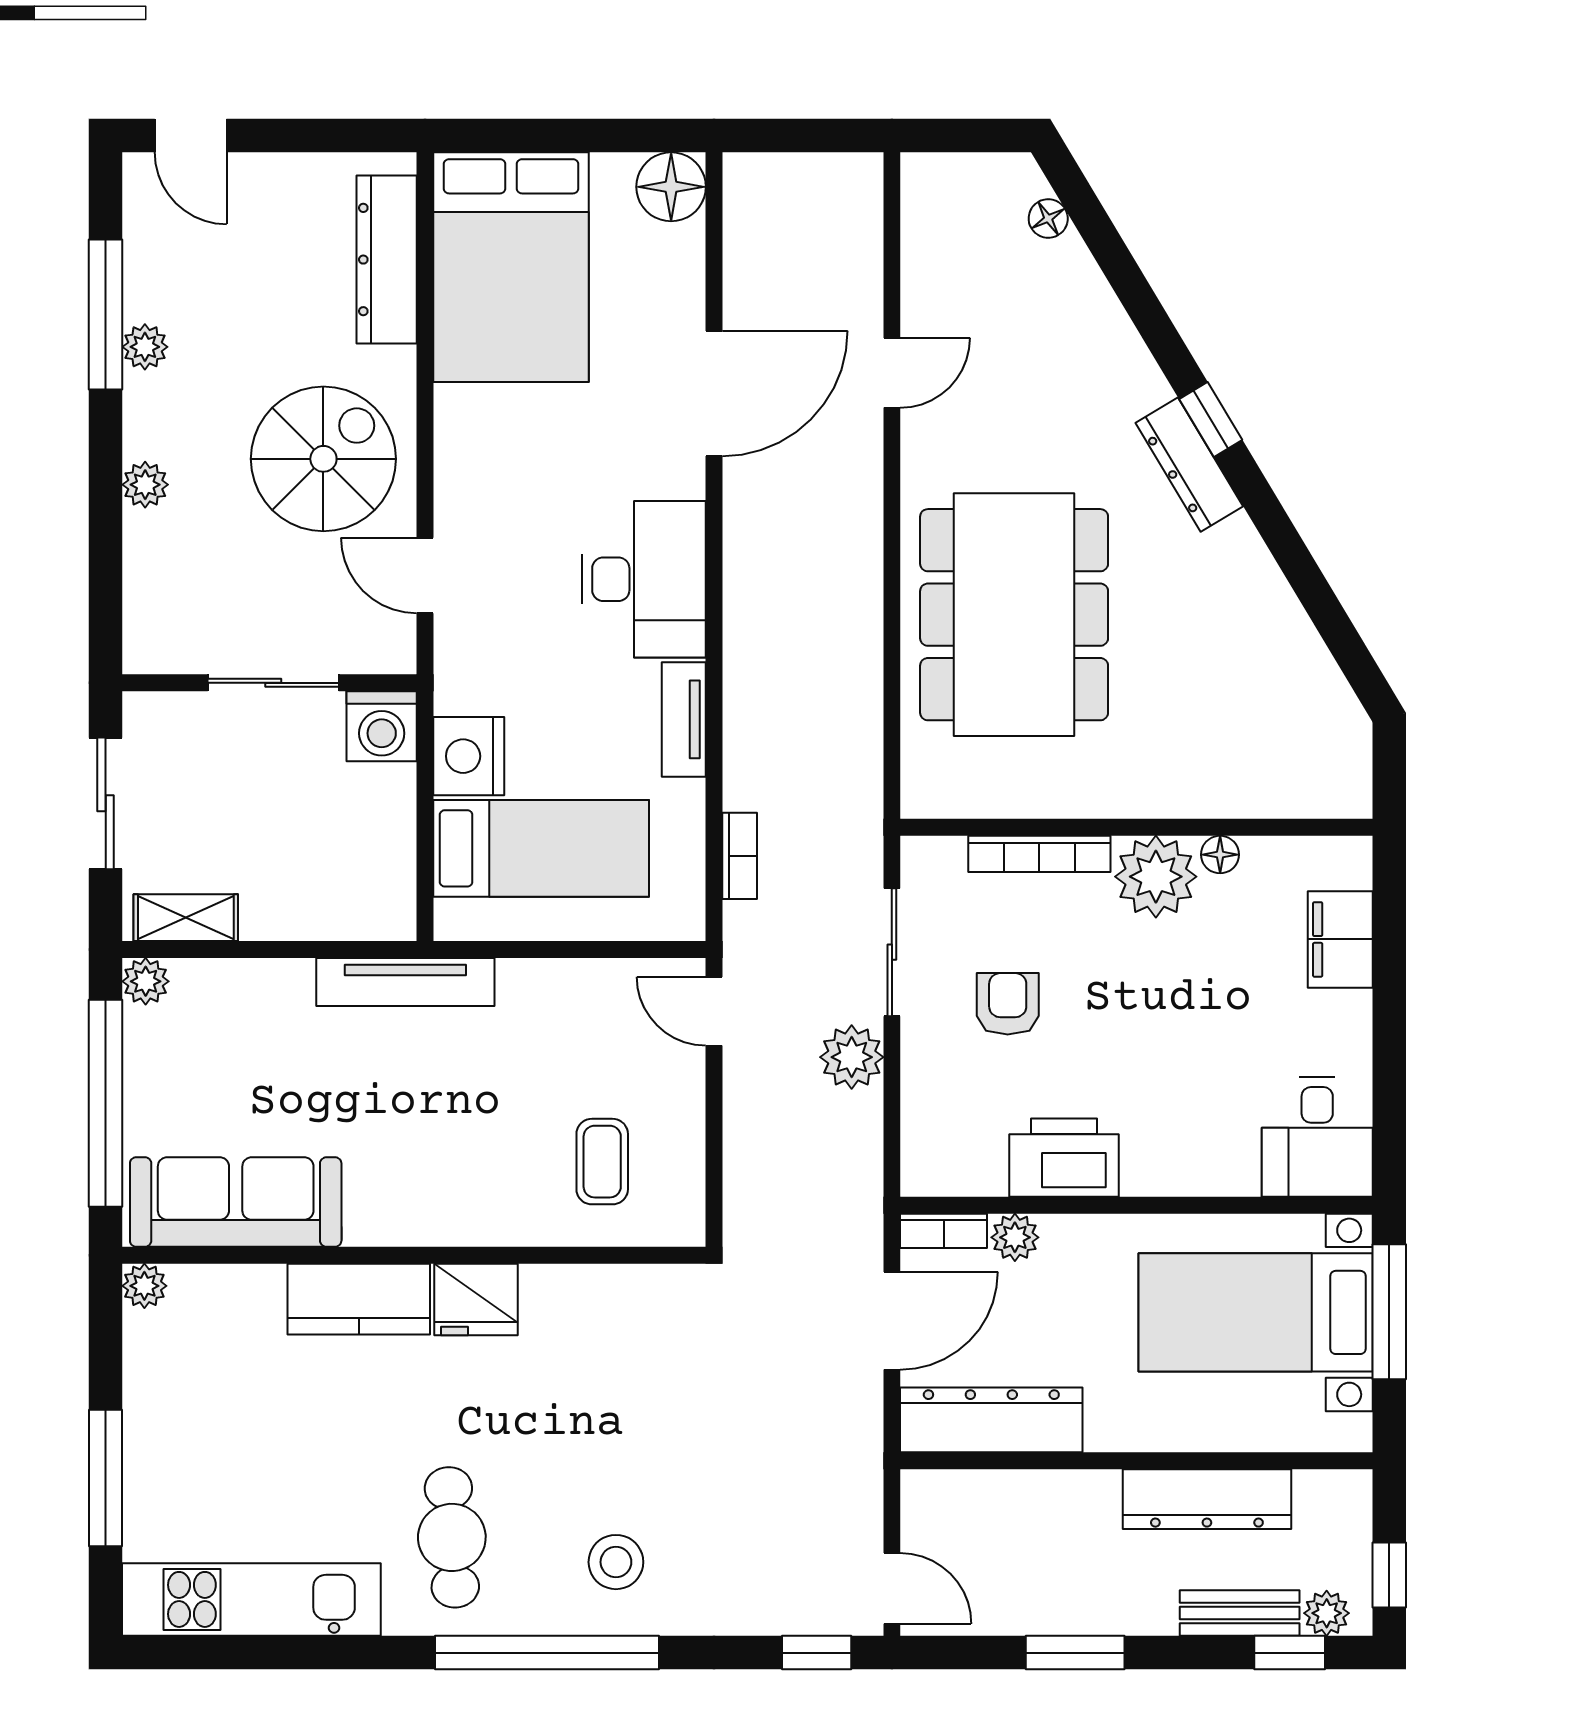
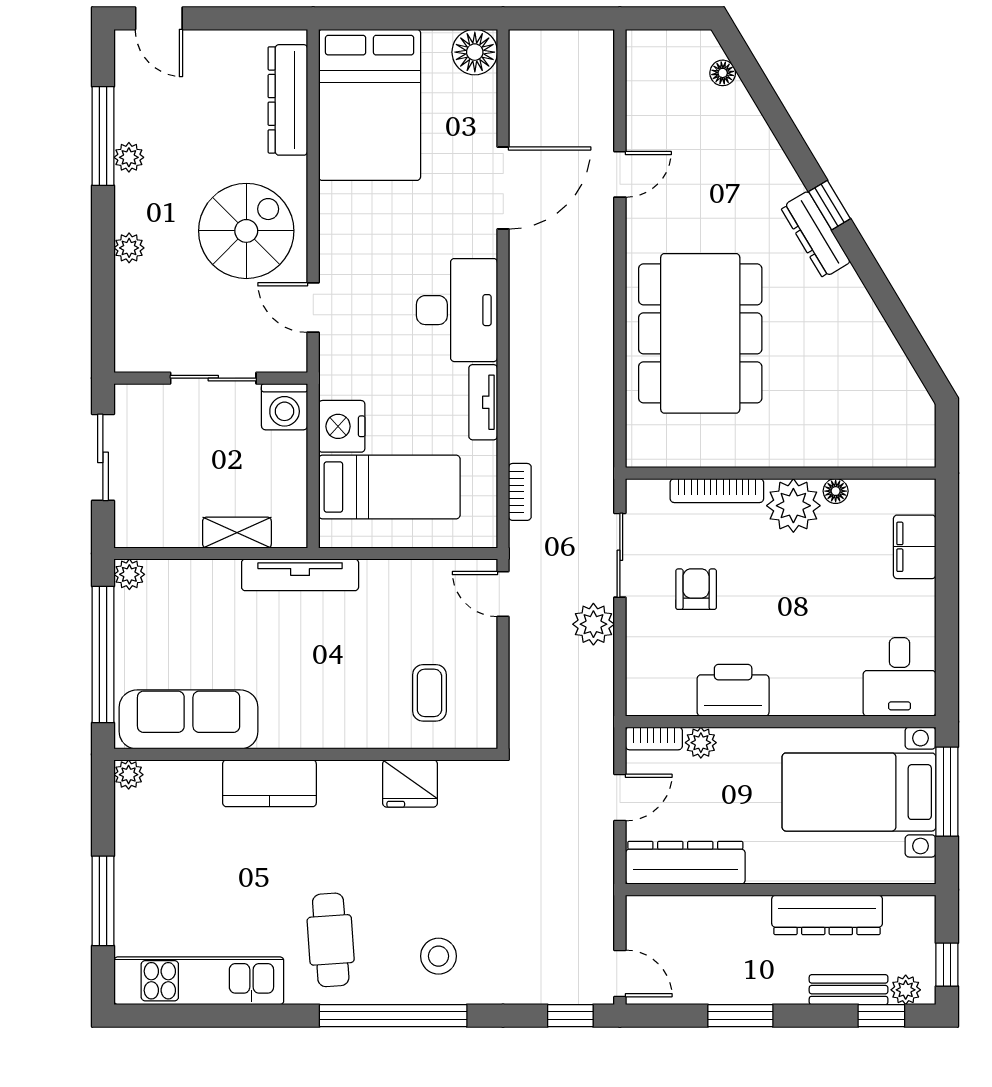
shelving: (186, 918) -> (237, 533), moved
fridge: (476, 1299) -> (410, 783), moved
door: (892, 1321) -> (620, 797), width x0.73

